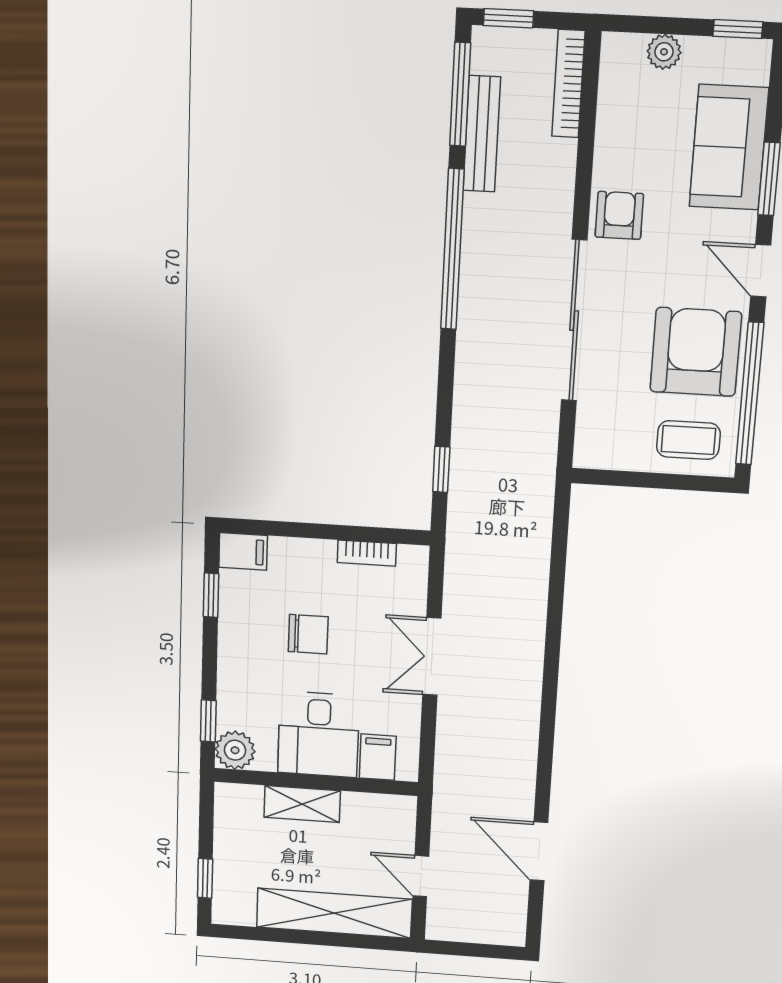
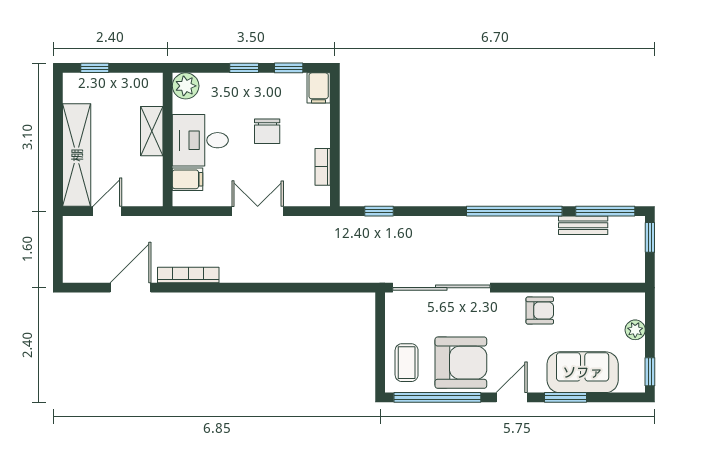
bookcase: (568, 84) -> (188, 275), moved
bench: (482, 134) -> (583, 225), width x0.73
sliding door: (574, 321) -> (441, 288), moved
window: (208, 721) -> (244, 68), moved

